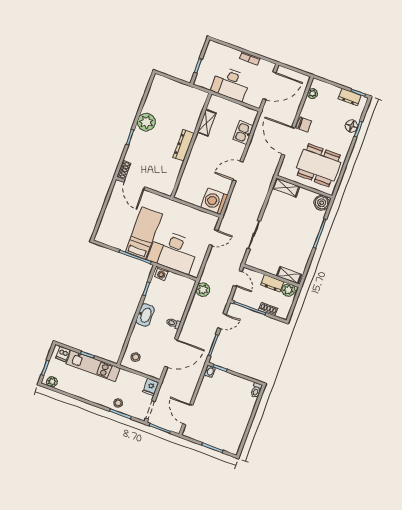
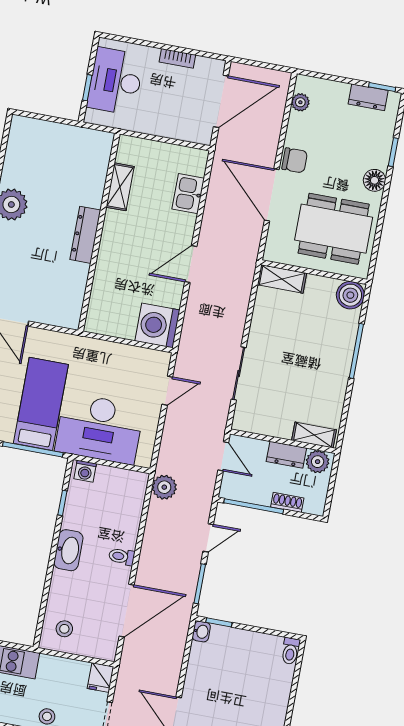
desk: (231, 84) -> (115, 81), moved, turned 90
floor lamp: (352, 126) -> (375, 180), moved

